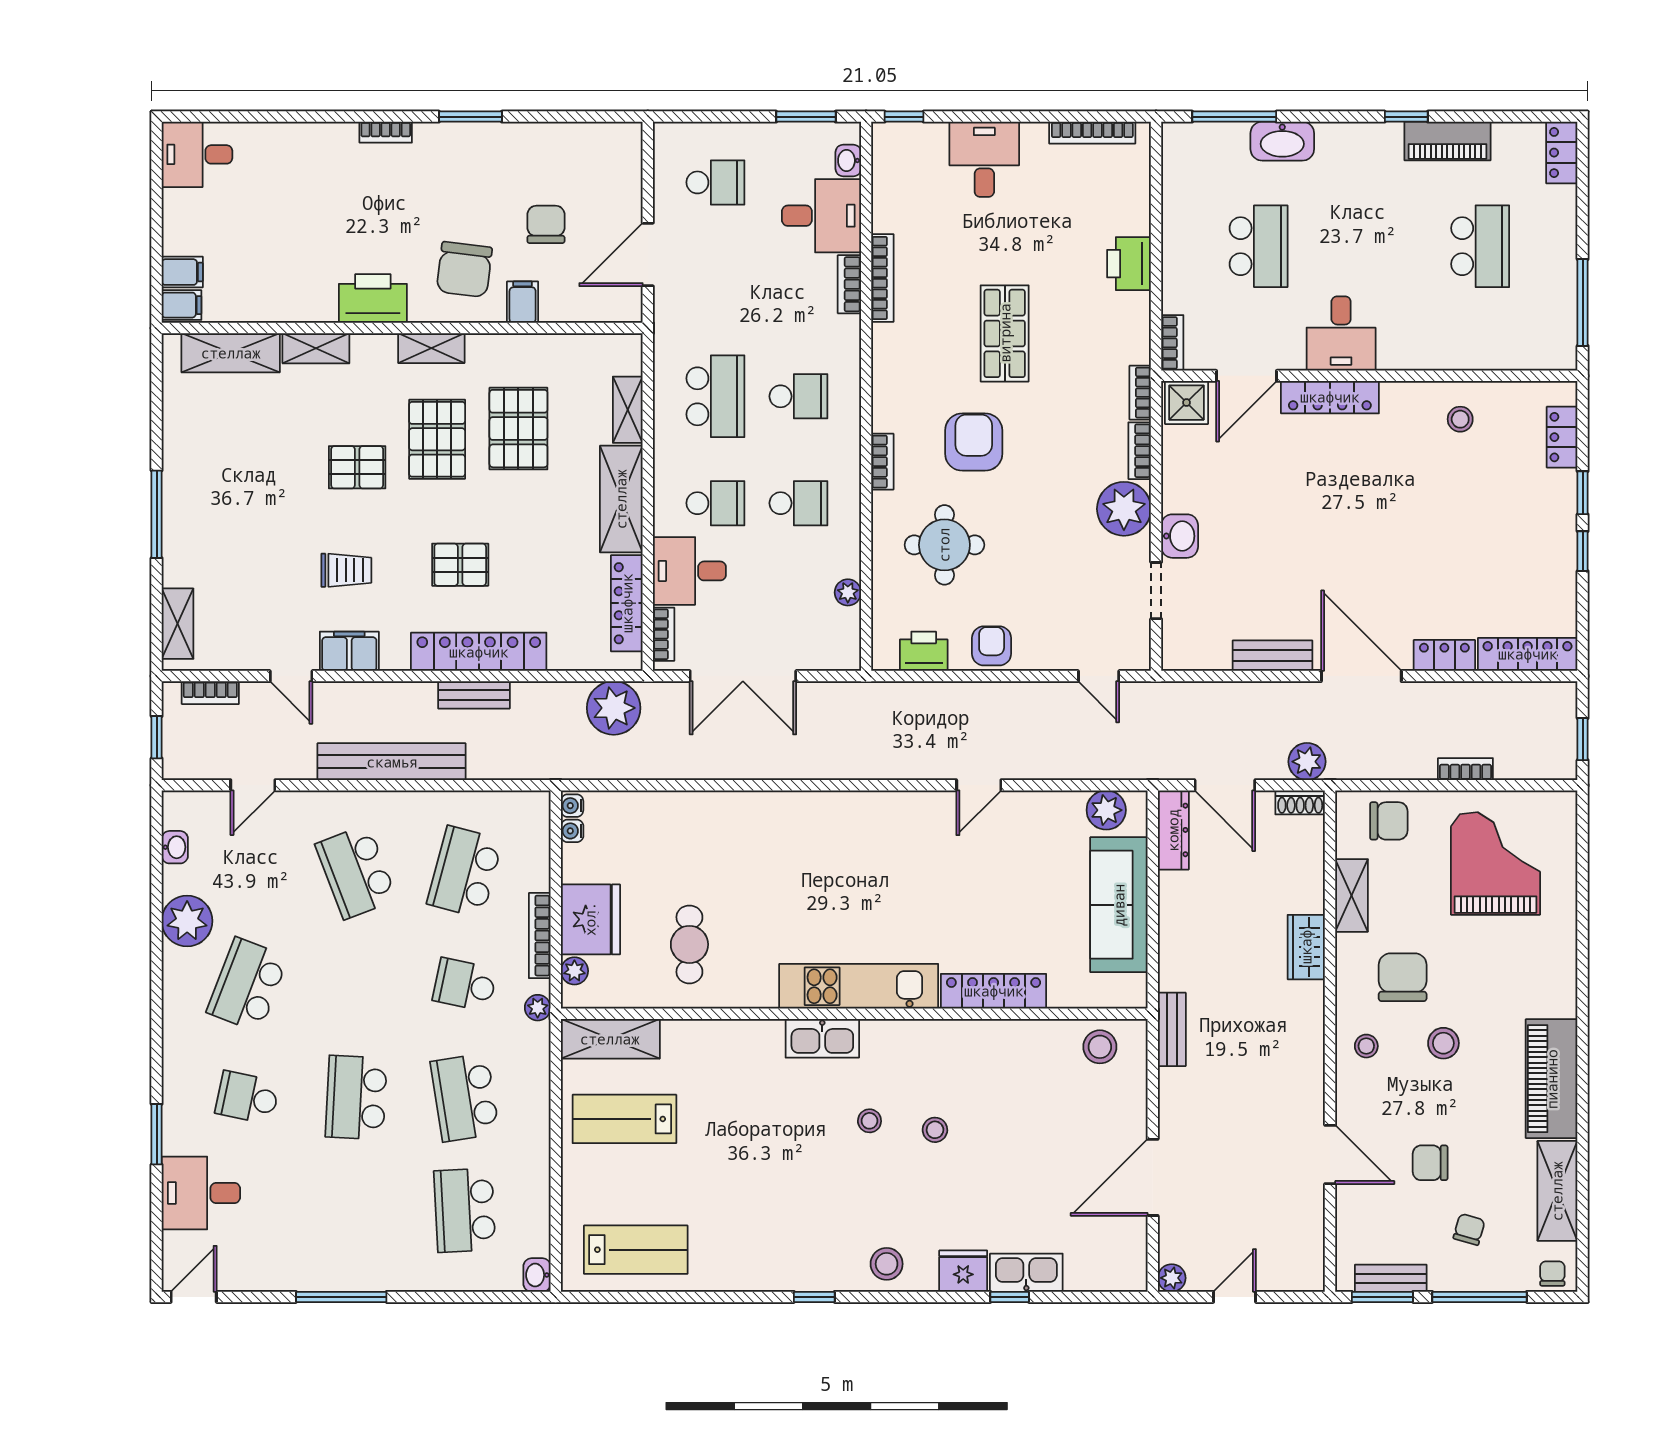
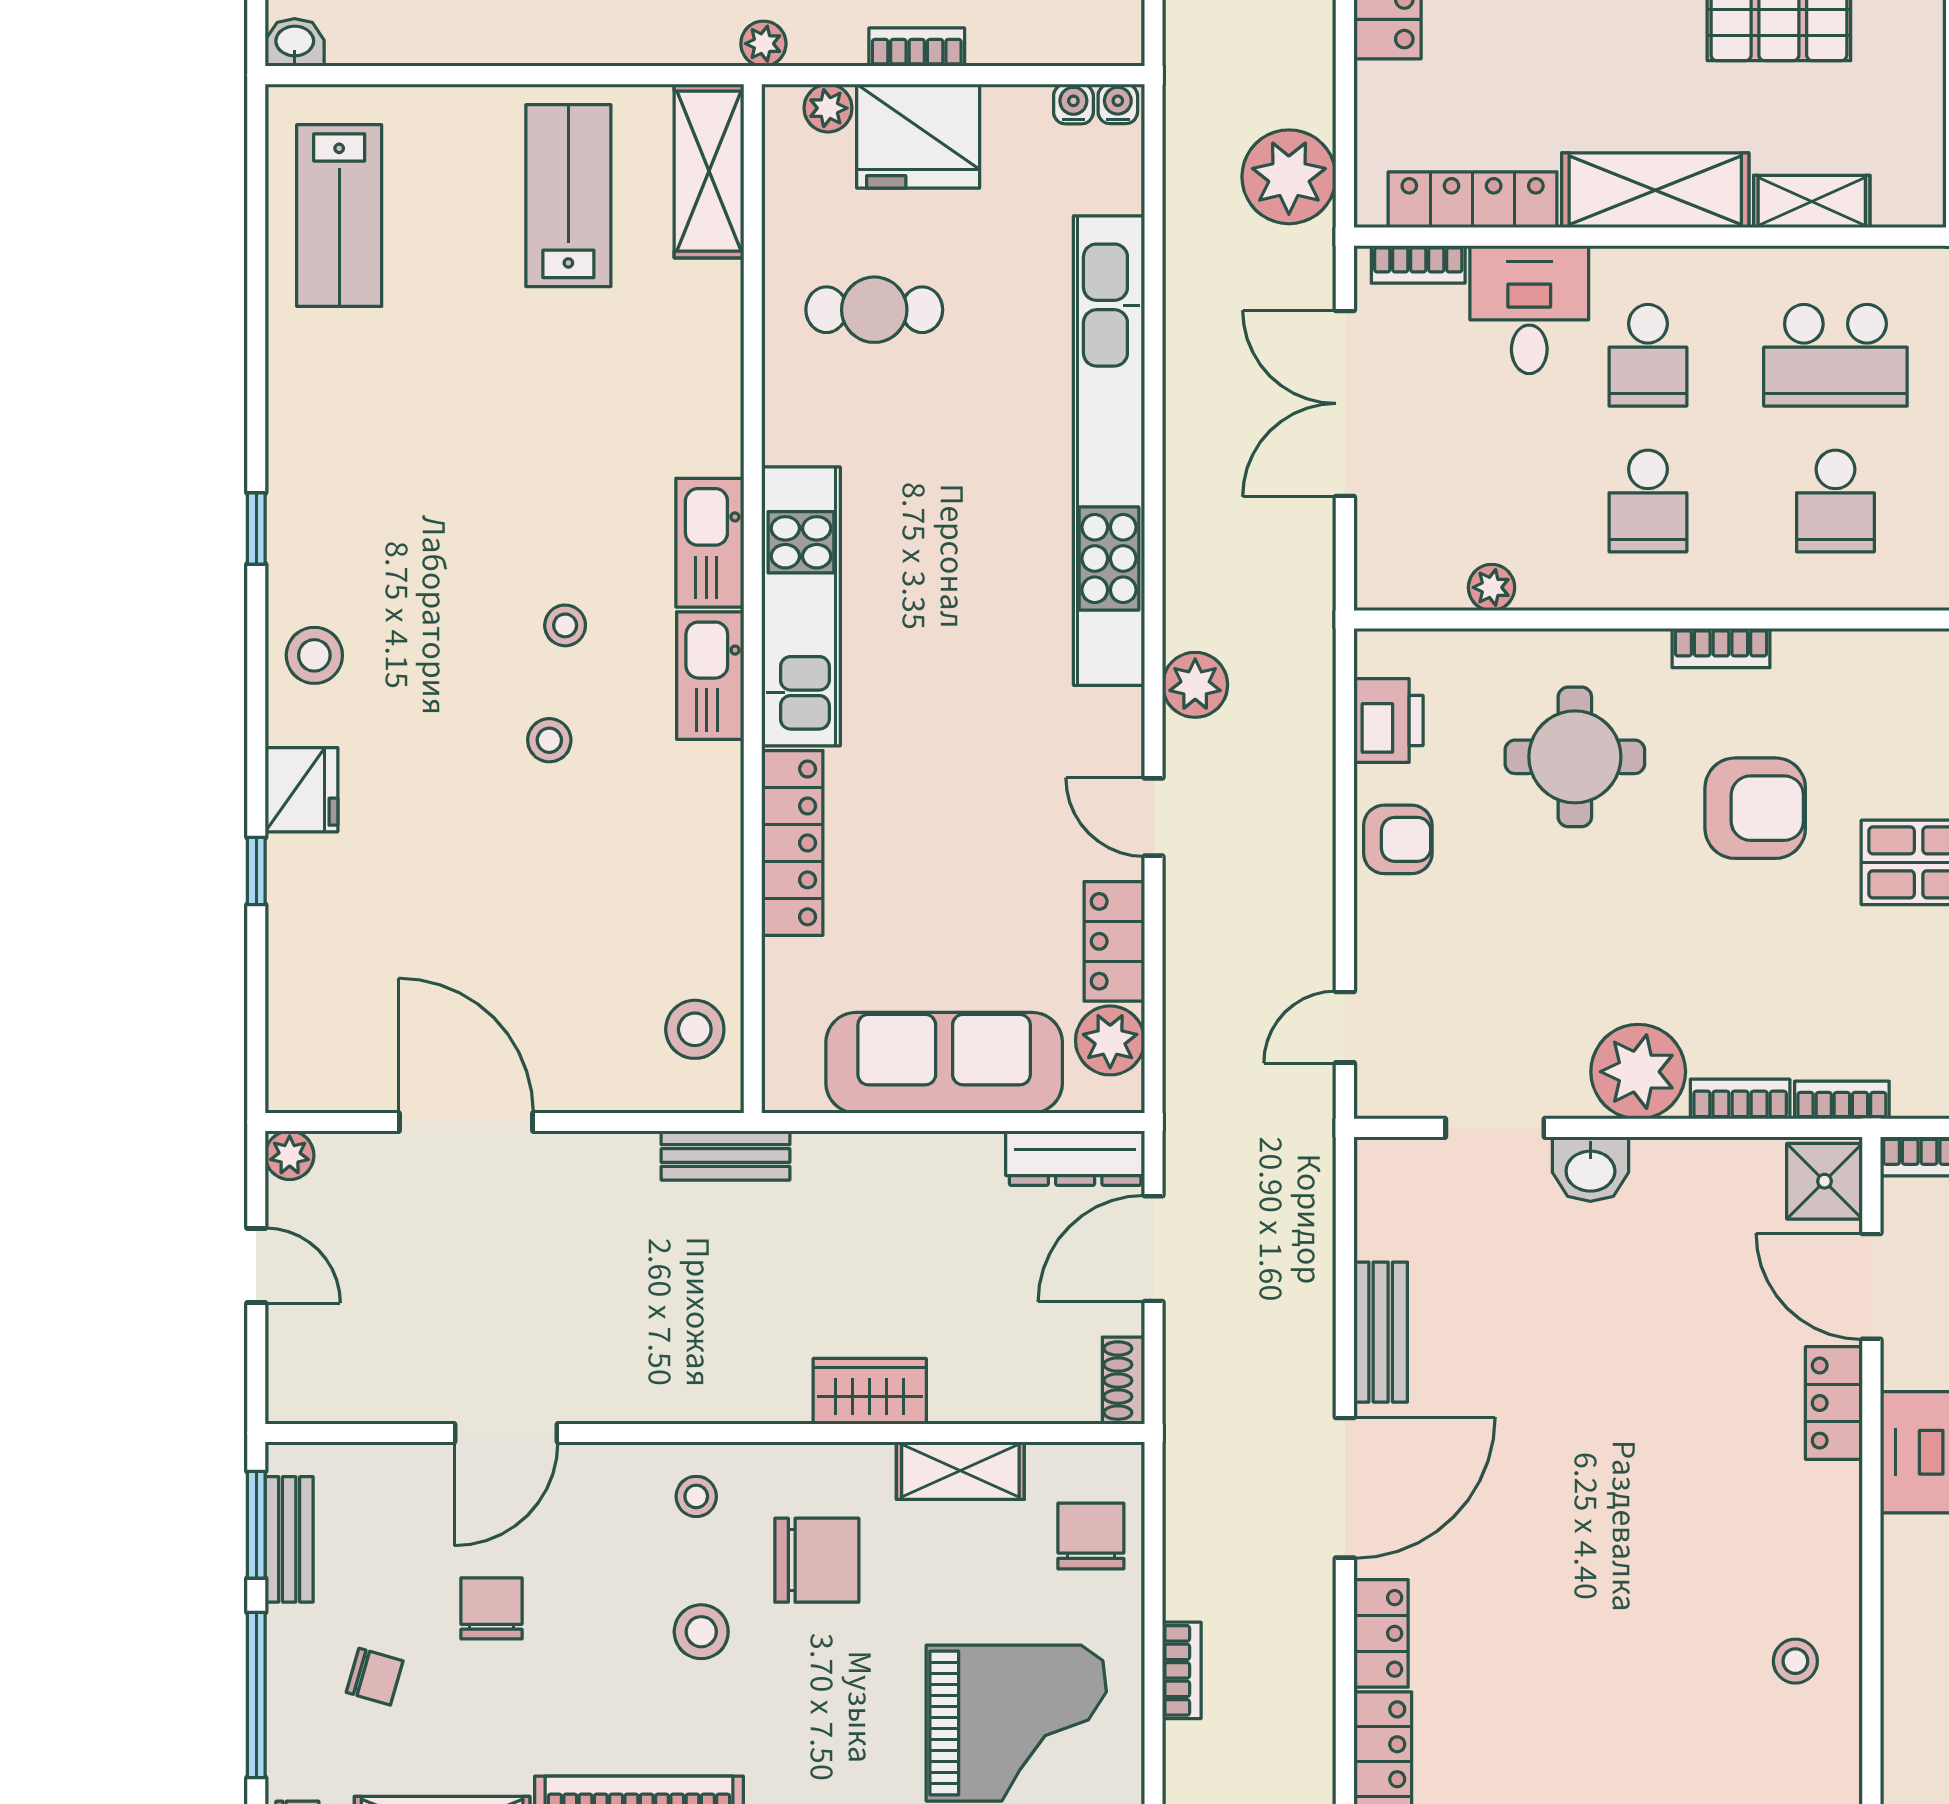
locker: (1330, 397) -> (1834, 1403), width x0.66
plant: (1307, 762) -> (1195, 685), moved
locker: (1050, 808) -> (1114, 941), added
kitchen unit: (770, 811) -> (1109, 451), added
chair: (1389, 821) -> (1091, 1536), turned 180
bookcase: (540, 936) -> (917, 47), width x0.64
kitchen sink: (1026, 1273) -> (710, 676), moved, turned 180

